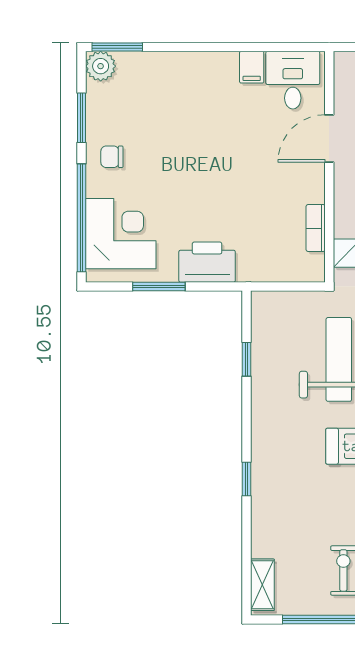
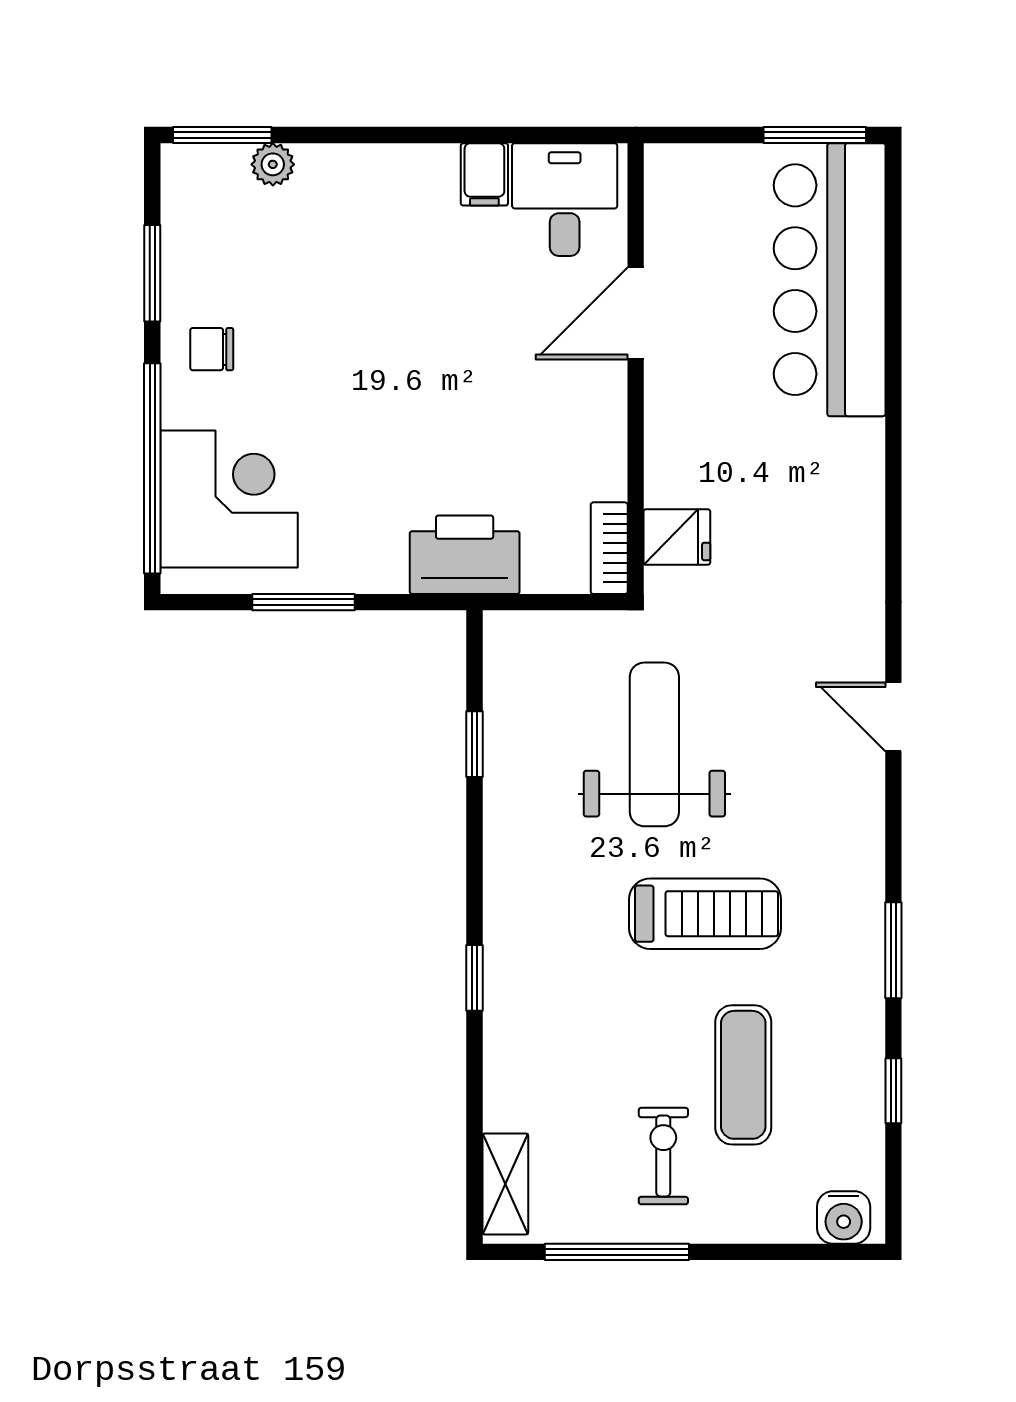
plant: (101, 66) -> (273, 164), moved, width x0.73, depth x0.73
bookcase: (316, 228) -> (609, 548), moved
printer: (207, 262) -> (465, 555), moved

